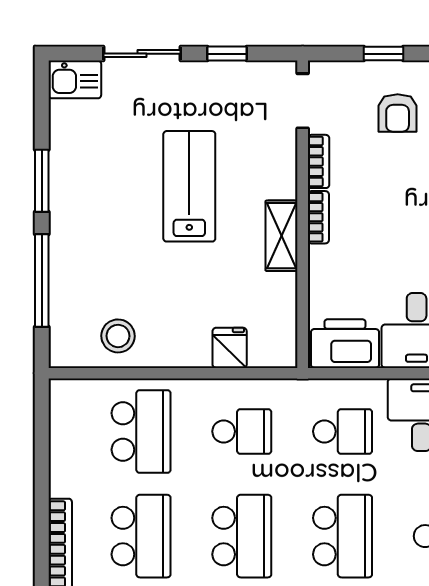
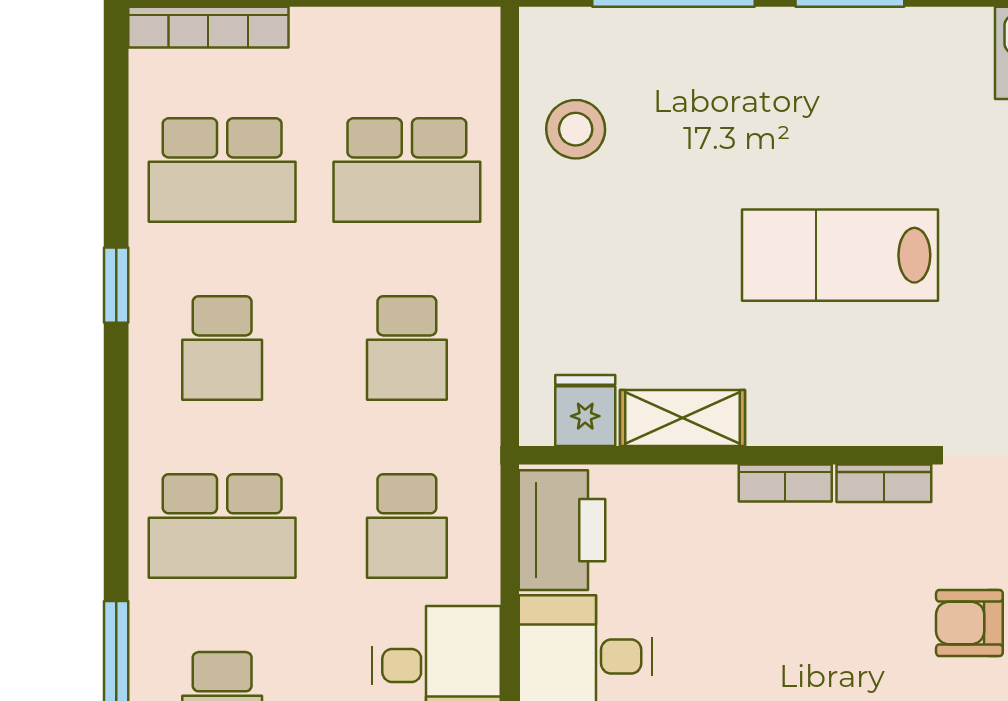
lab bench: (189, 186) -> (840, 255), turned 180
shelving: (282, 236) -> (682, 418), moved
fridge: (230, 348) -> (585, 410), moved, turned -90
school desk: (242, 536) -> (222, 348), width x0.54

